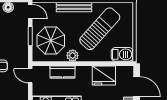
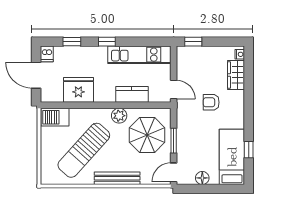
door: (30, 12) -> (174, 172), hinge flipped

